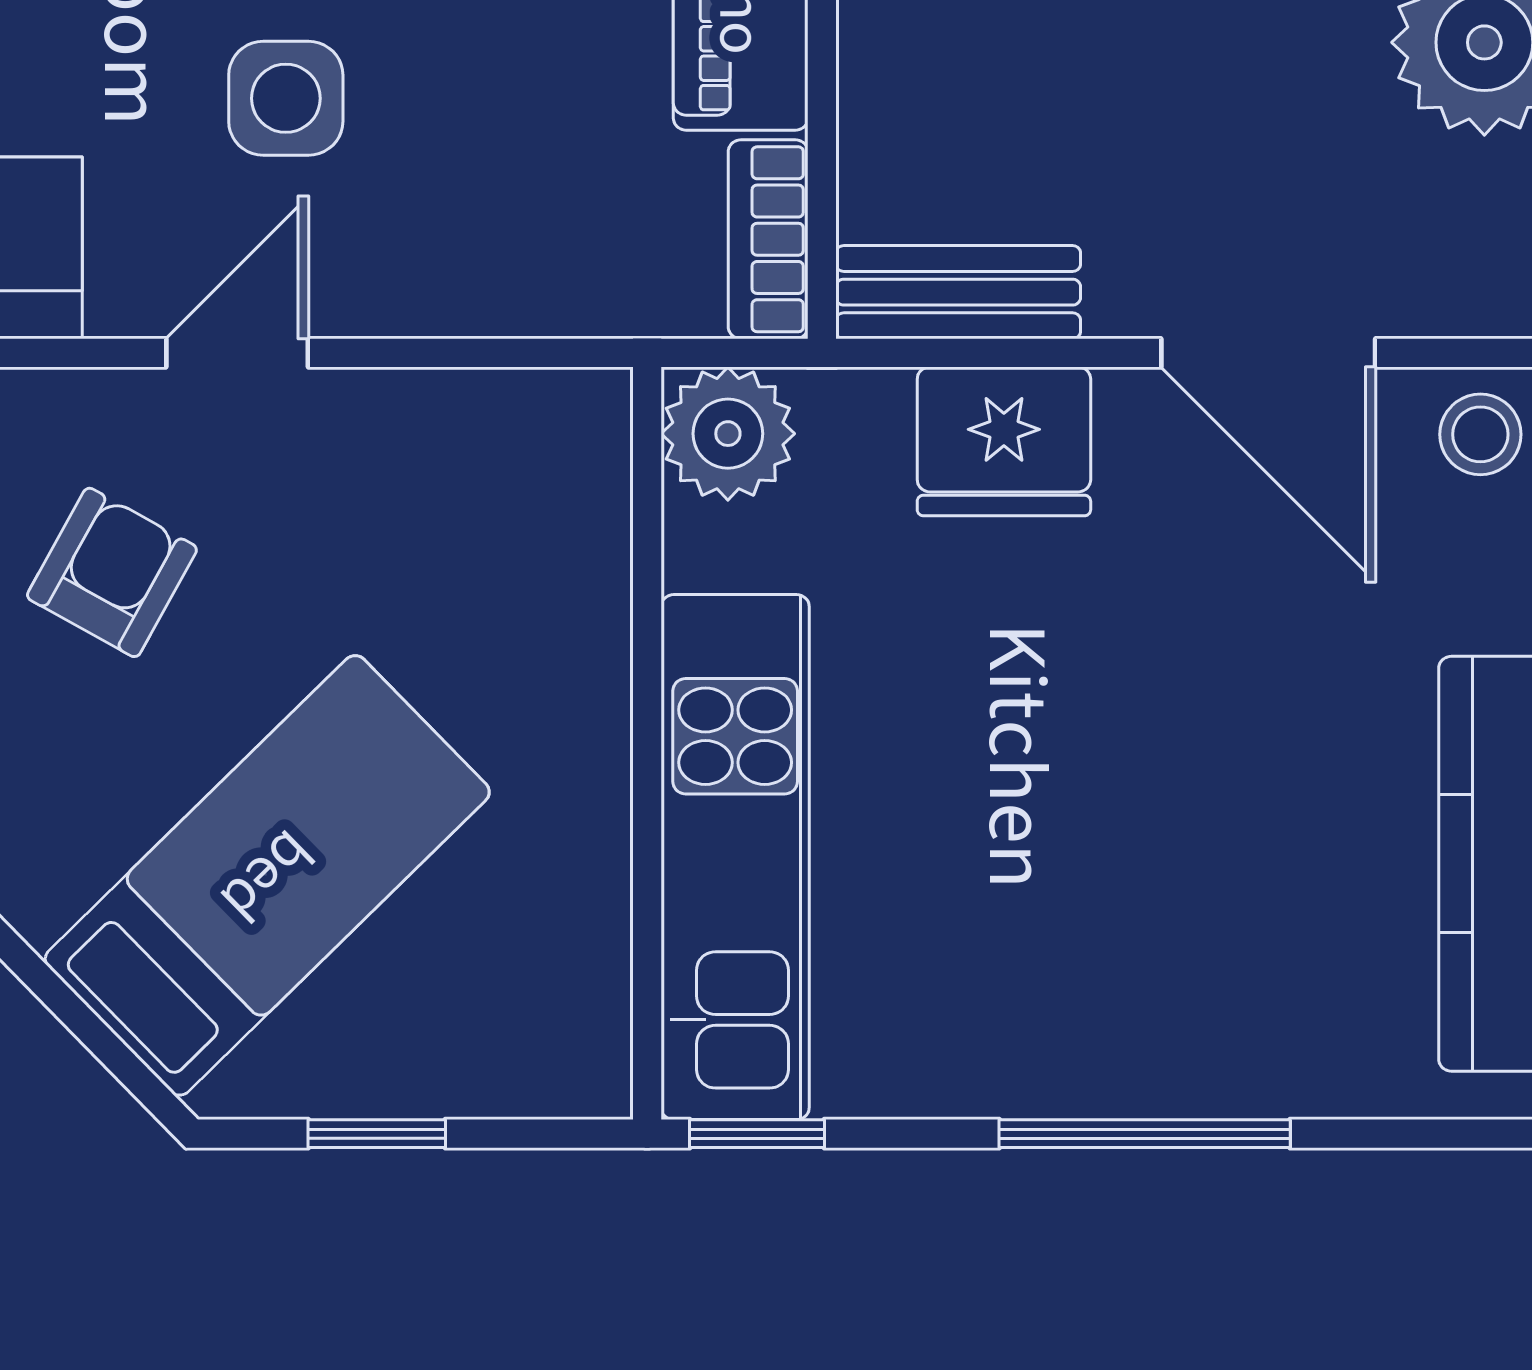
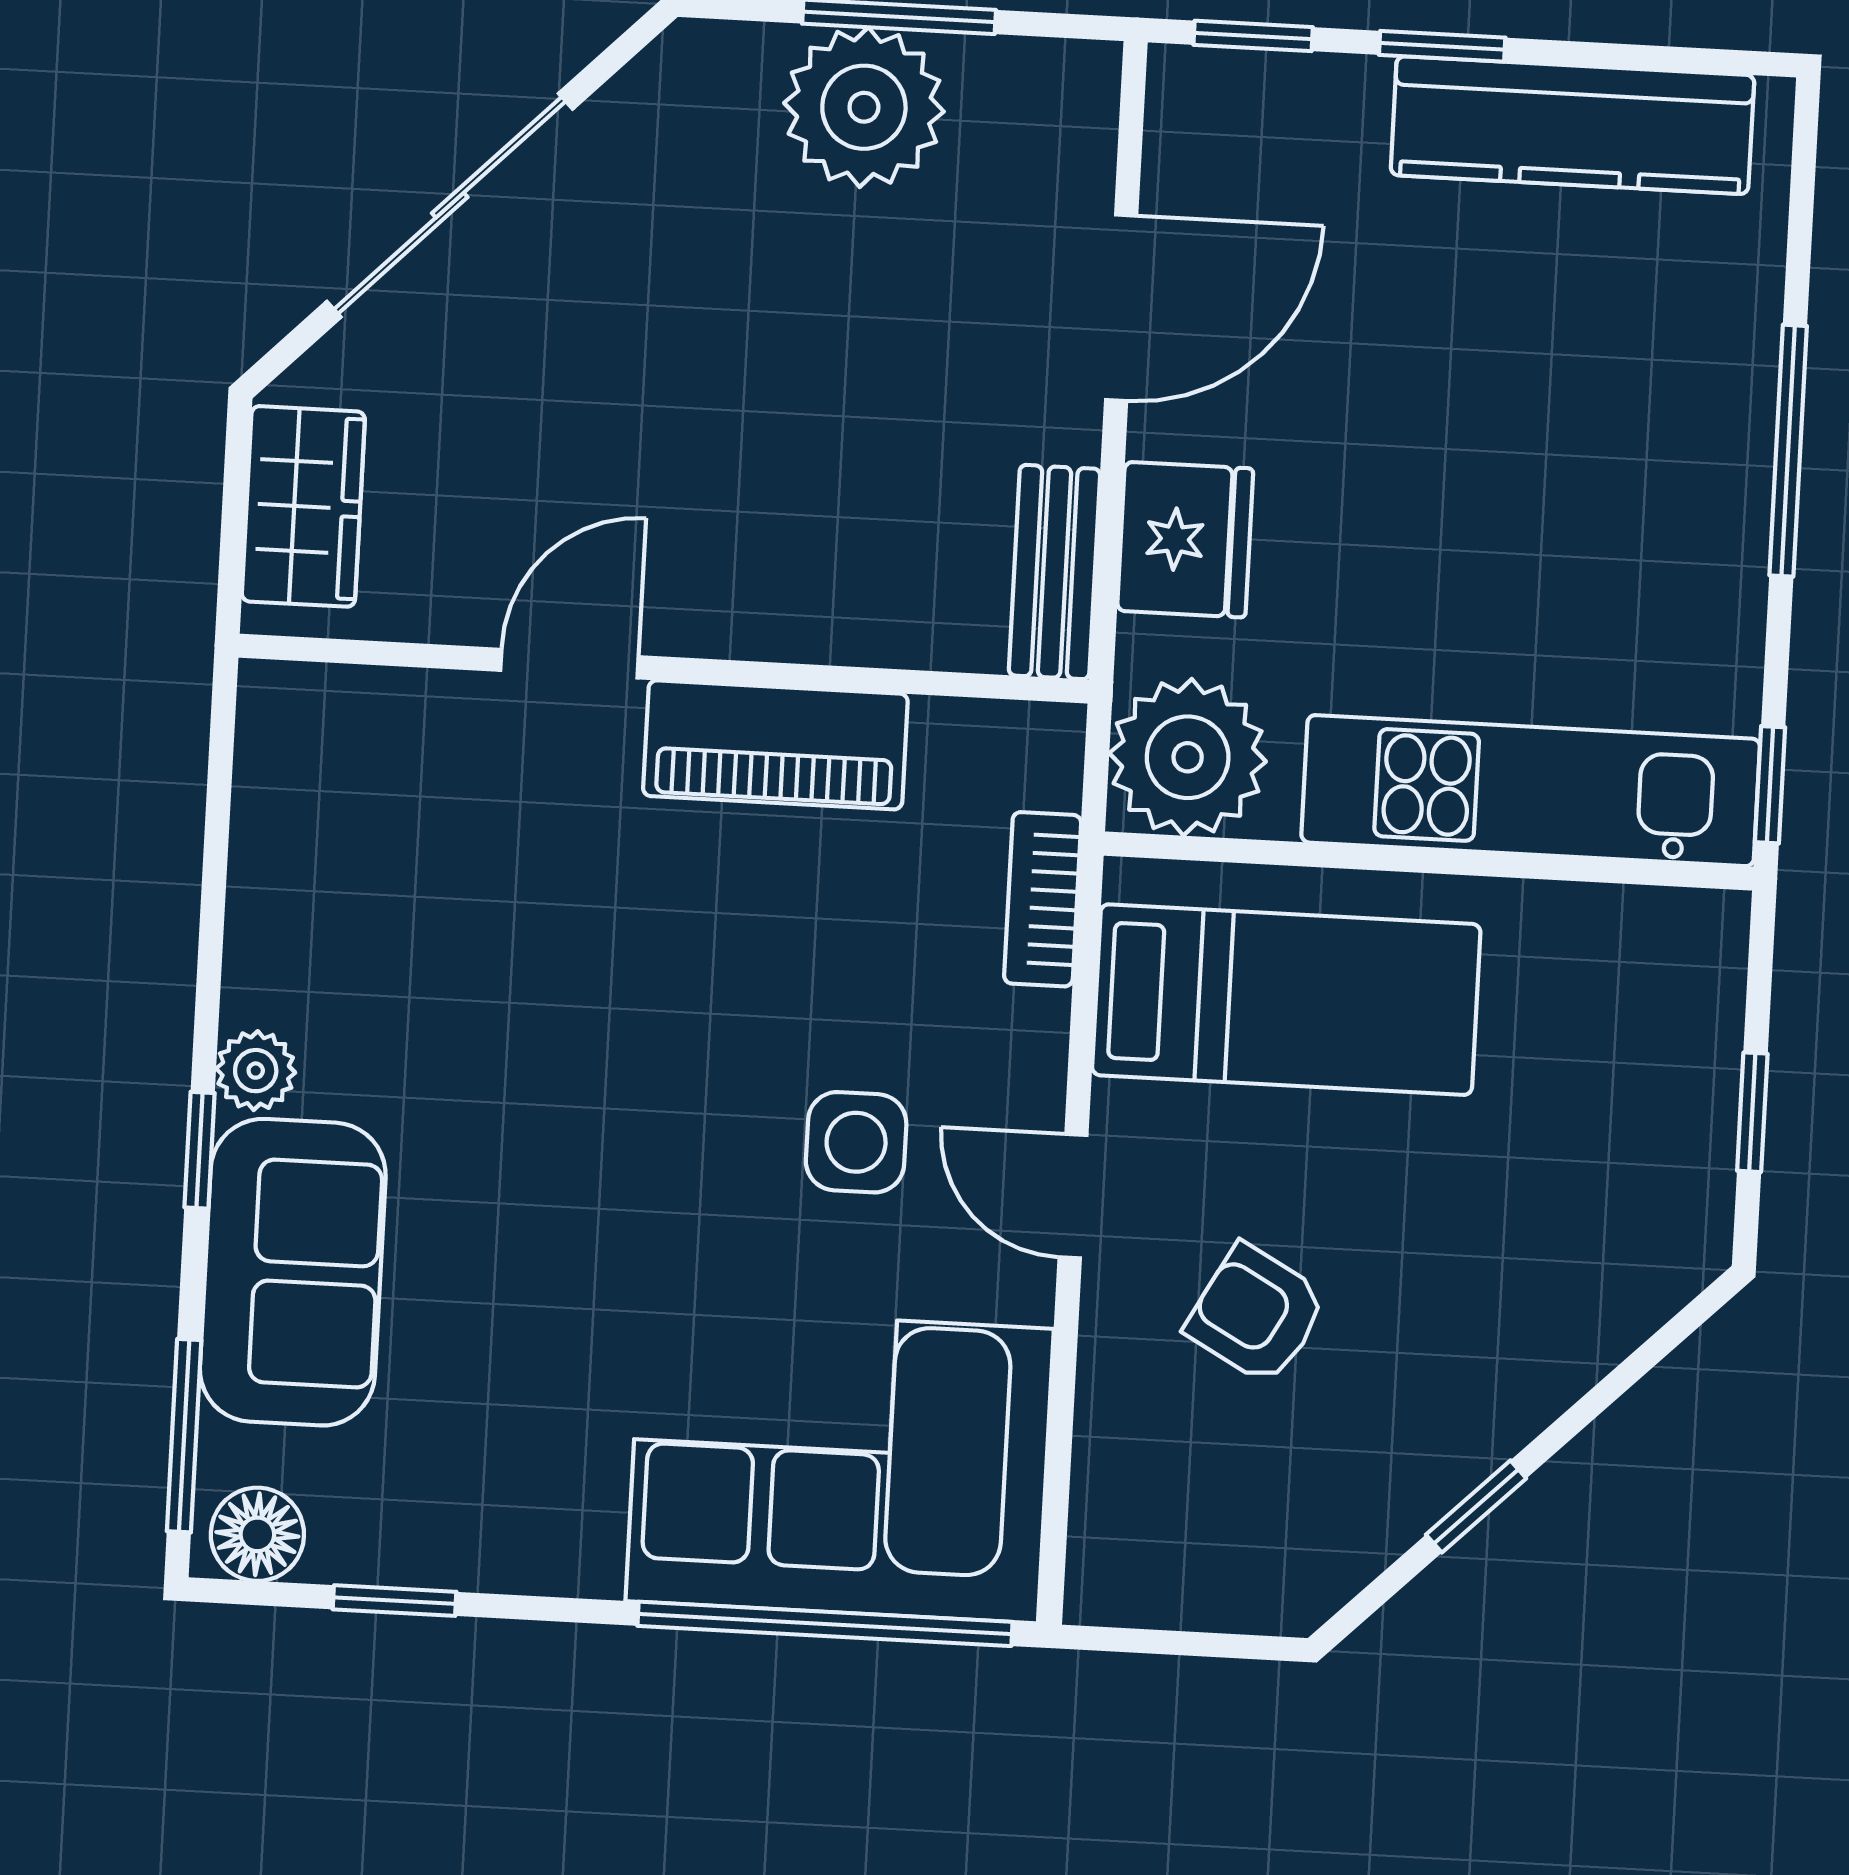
bookcase: (768, 239) -> (1043, 899), moved, turned 90
plant: (728, 434) -> (1188, 757), width x1.36, depth x1.36
stool: (1480, 434) -> (1201, 129), removed
bed: (267, 876) -> (1286, 1000), moved, turned 134

